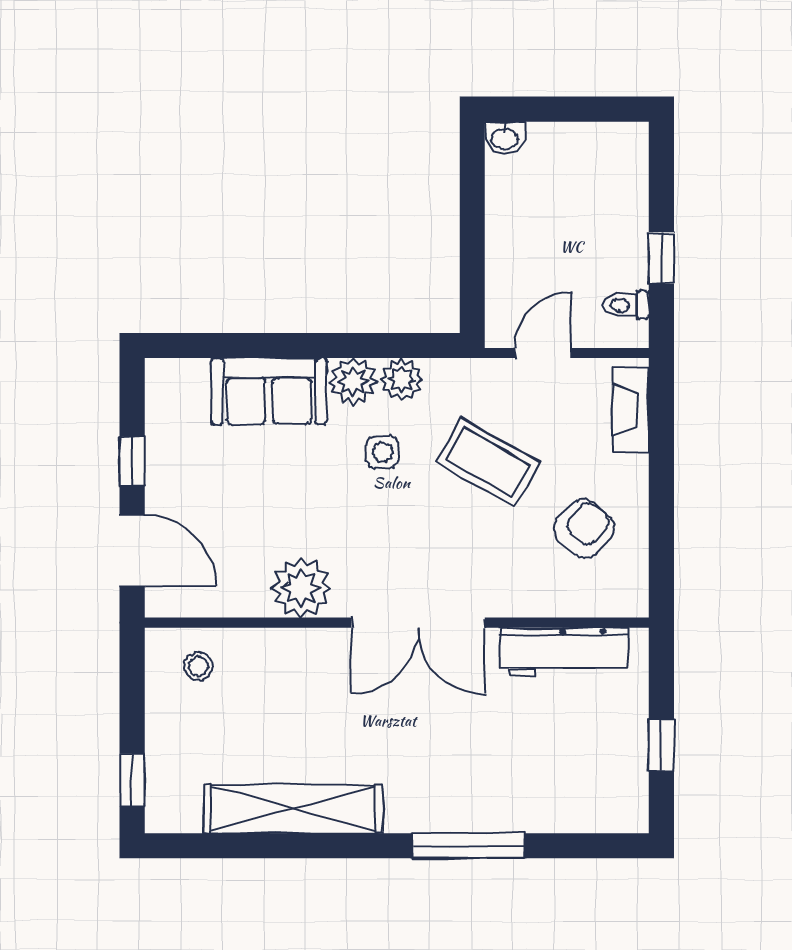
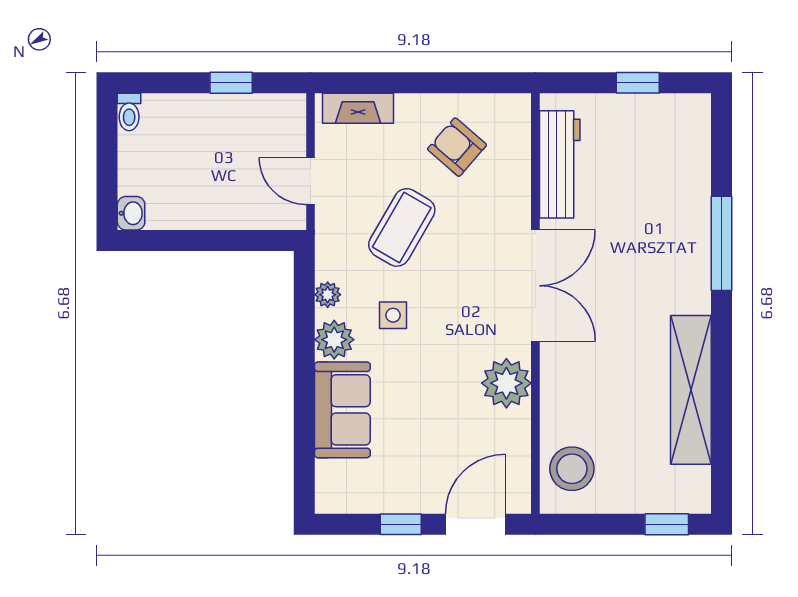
toilet: (626, 305) -> (129, 112), moved
plant: (401, 379) -> (328, 295), width x0.73, depth x0.73
stool: (198, 666) -> (572, 469), width x1.89, depth x1.89

